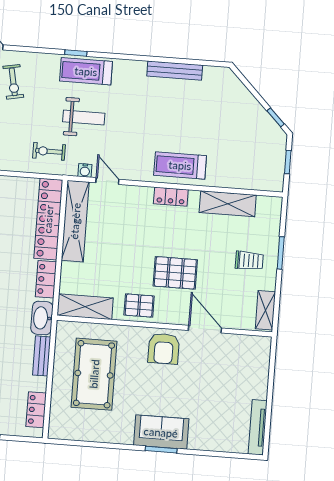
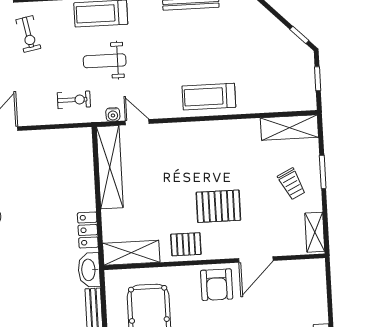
weight bench: (84, 118) -> (105, 61), turned 180
exercise bike: (49, 151) -> (74, 100), turned 180
locker: (171, 197) -> (204, 130), removed
shelving: (228, 204) -> (289, 128), moved
locker: (48, 219) -> (82, 169), removed
trolley: (249, 261) -> (292, 184), turned 64
door: (205, 329) -> (256, 260), swing flipped

